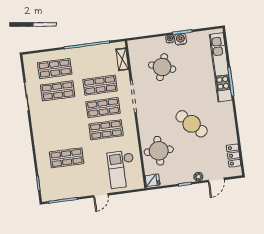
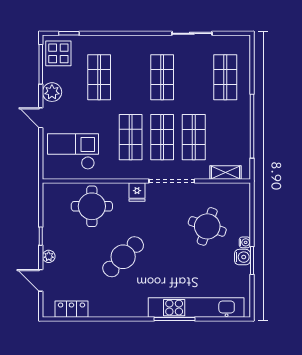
shop shelf: (58, 91) -> (162, 77), moved
fridge: (152, 180) -> (137, 192), moved
display table: (54, 189) -> (58, 53), added
plant: (82, 190) -> (52, 92), added

